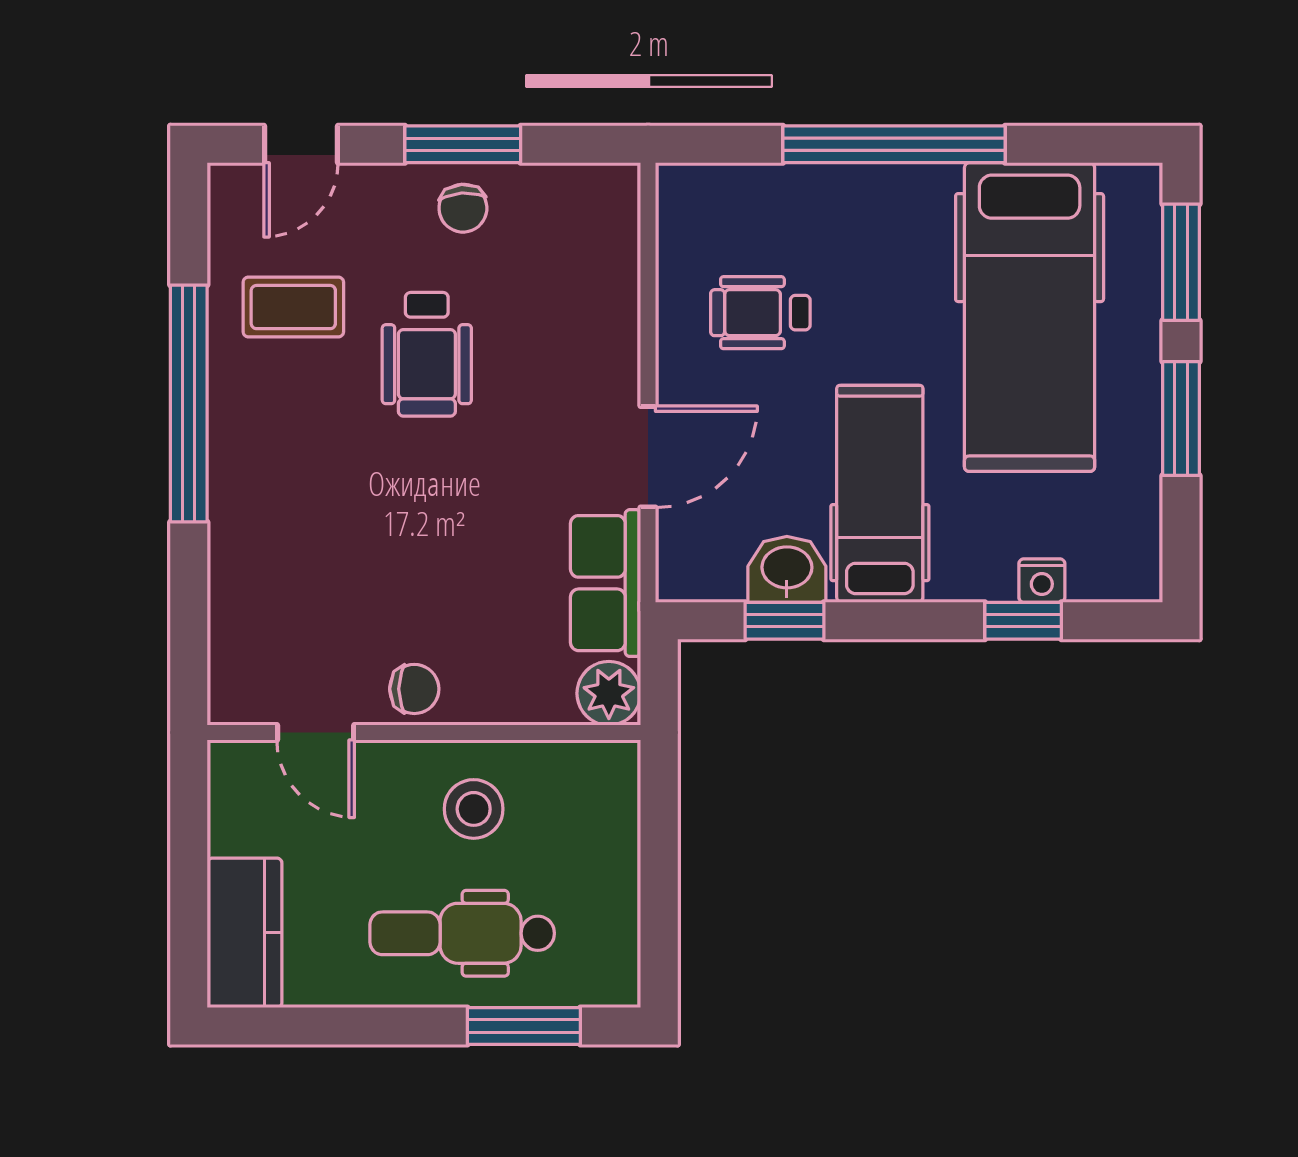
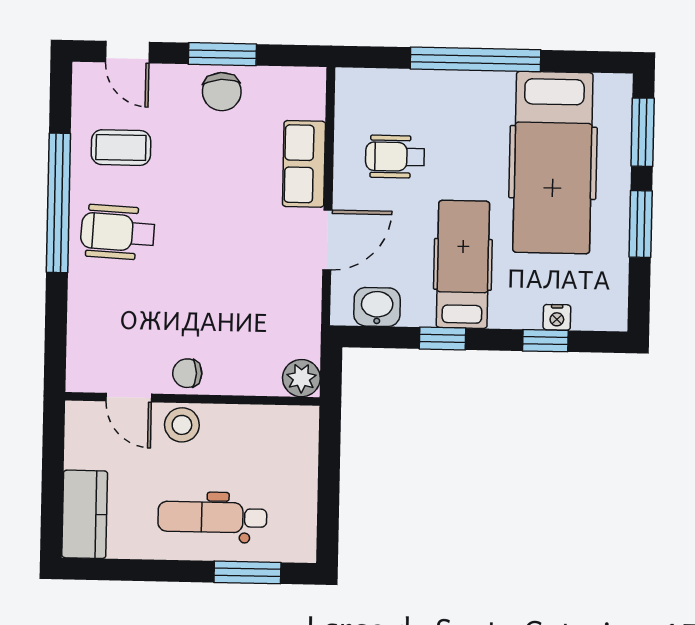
door: (301, 144) -> (127, 52), hinge flipped
chair: (463, 208) -> (222, 92), width x1.37, depth x1.37
wheelchair: (427, 354) -> (118, 232), moved, turned 93
washbasin: (787, 569) -> (377, 307), moved
row of seats: (606, 583) -> (304, 164), moved
window: (784, 621) -> (443, 339), moved
chair: (414, 689) -> (187, 373), turned 180
stool: (474, 809) -> (182, 425), moved

